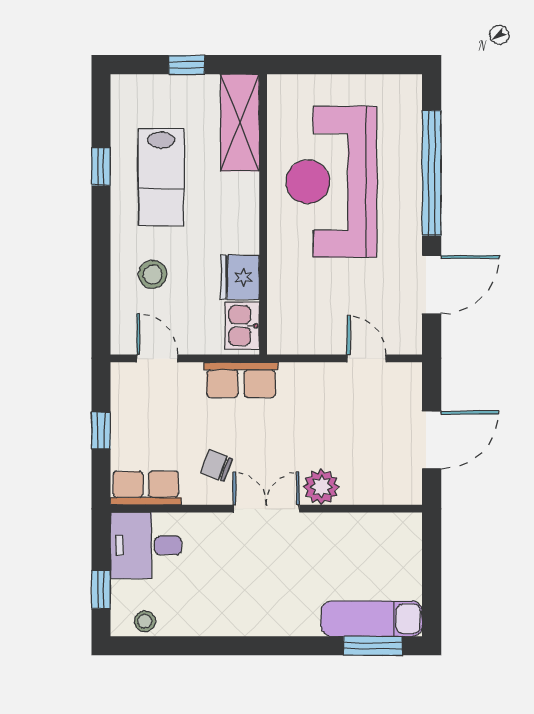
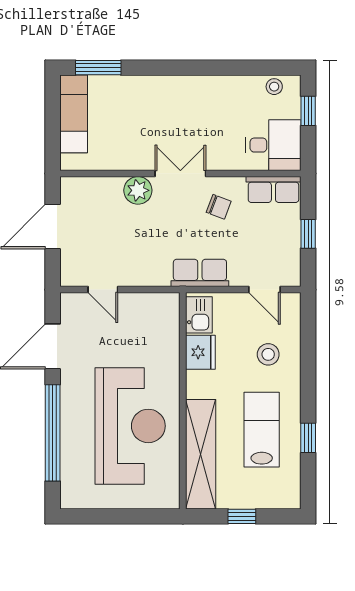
shelving: (240, 123) -> (201, 454), width x1.47
double door: (266, 509) -> (180, 173), swing flipped
exam couch: (372, 619) -> (74, 114), moved, turned -90

